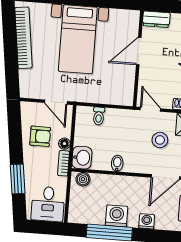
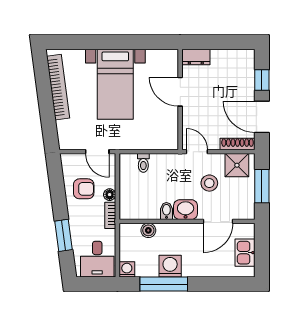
door: (139, 51) -> (180, 92), hinge flipped
washbasin: (82, 158) -> (186, 210), moved, turned -90
boiler: (83, 179) -> (148, 230), moved
washing machine: (147, 221) -> (127, 269), moved

